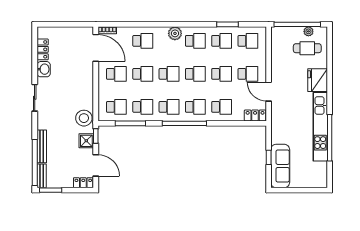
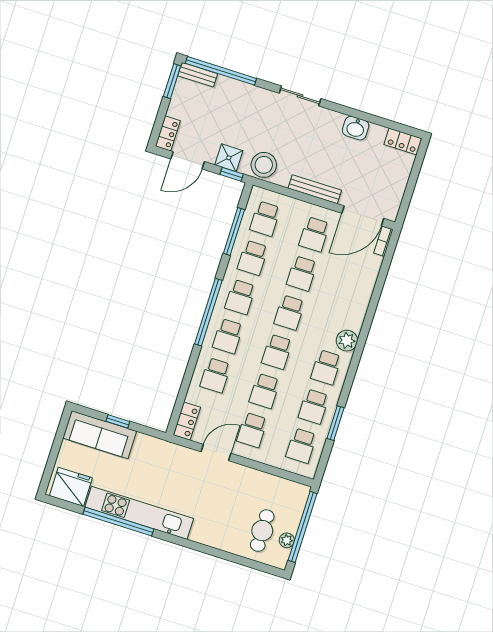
school desk: (143, 41) -> (351, 289), removed
locker: (43, 49) -> (403, 141), moved
fridge: (318, 80) -> (71, 487), moved
sliding door: (35, 98) -> (300, 96), moved
bench: (42, 146) -> (315, 189), moved

